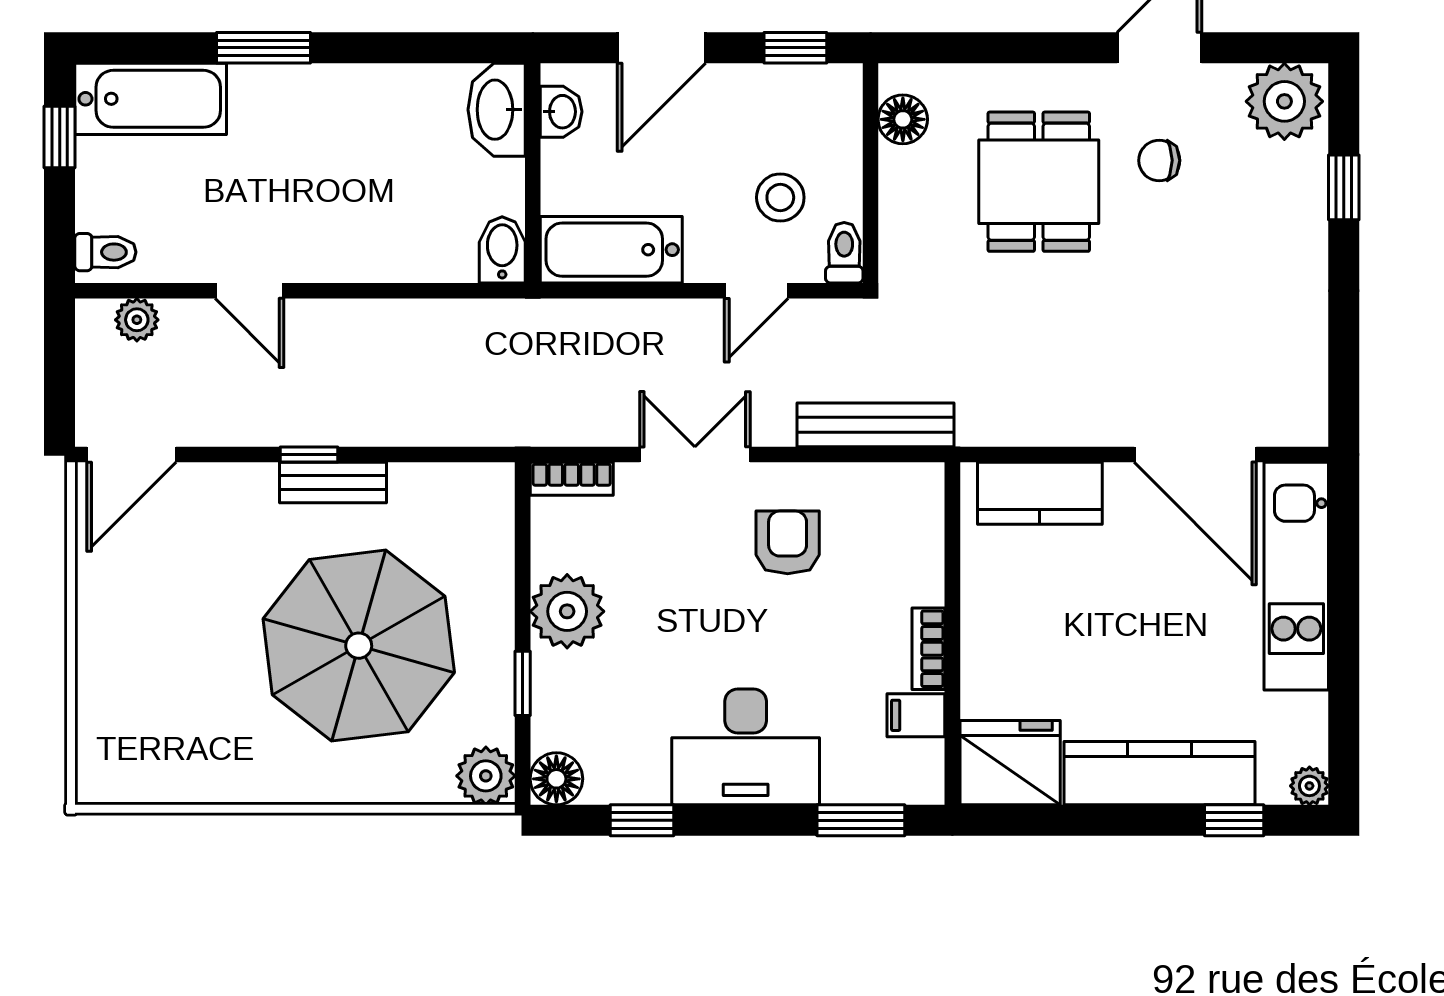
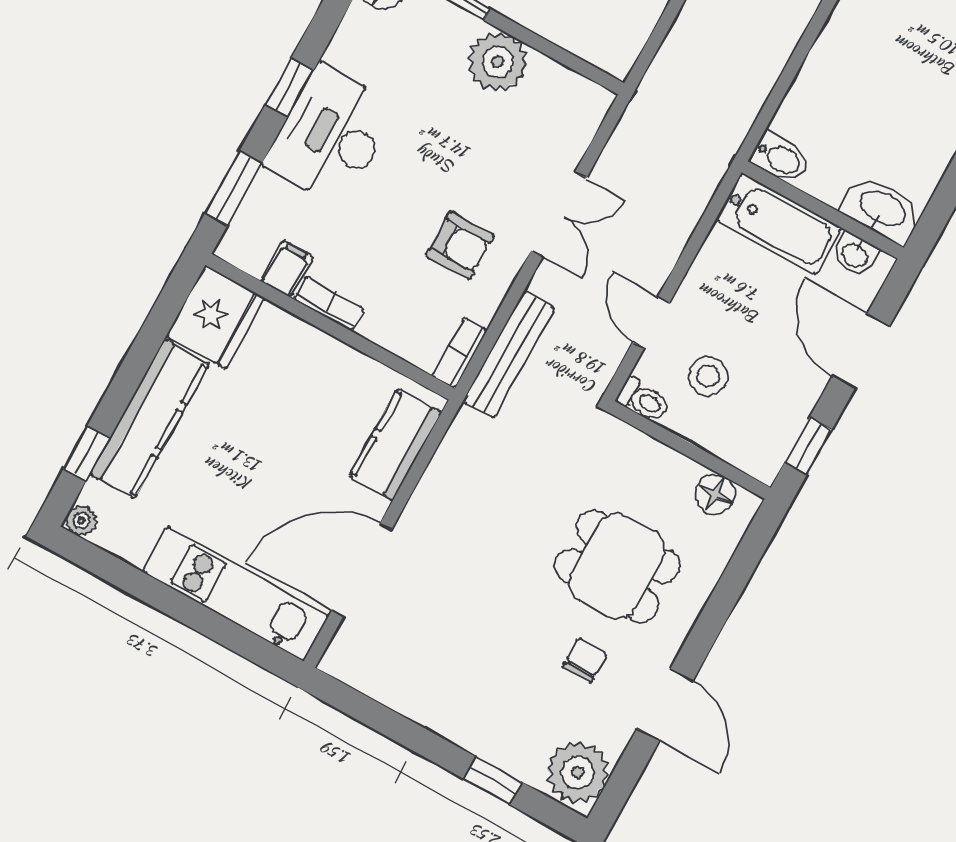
bathtub: (611, 250) -> (779, 224), moved, turned 90
bookcase: (572, 479) -> (460, 353), moved
window: (642, 820) -> (289, 88), moved

